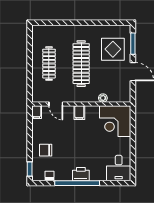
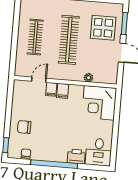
door: (56, 104) -> (39, 80), swing flipped
filing cabinet: (37, 112) -> (51, 89), moved
printer: (81, 174) -> (76, 156), moved

